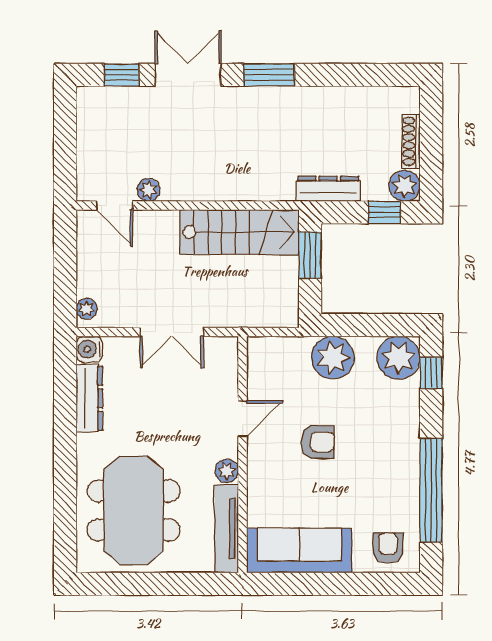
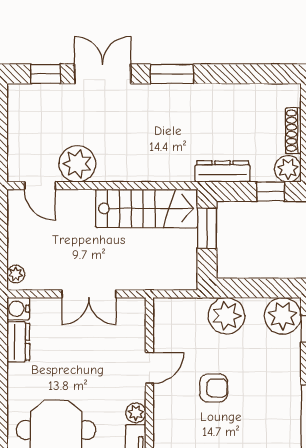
plant: (149, 190) -> (77, 164), width x1.88, depth x1.88
dresser: (89, 398) -> (18, 342), width x0.70

